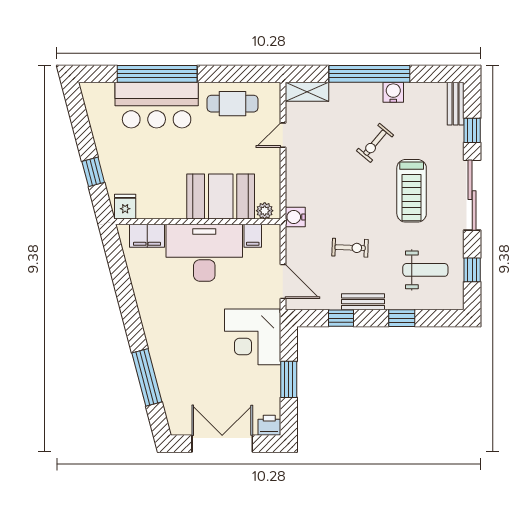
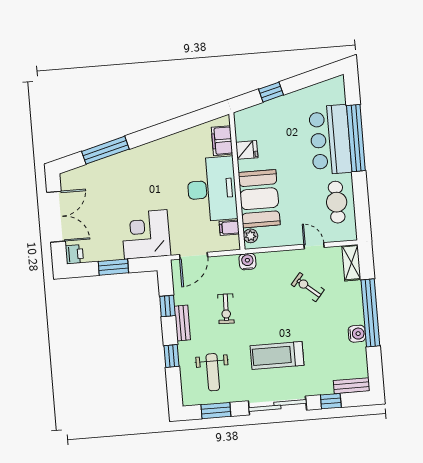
exercise bike: (375, 143) -> (308, 287), moved
fridge: (125, 207) -> (247, 150), moved
window: (472, 270) -> (216, 411), width x1.50

